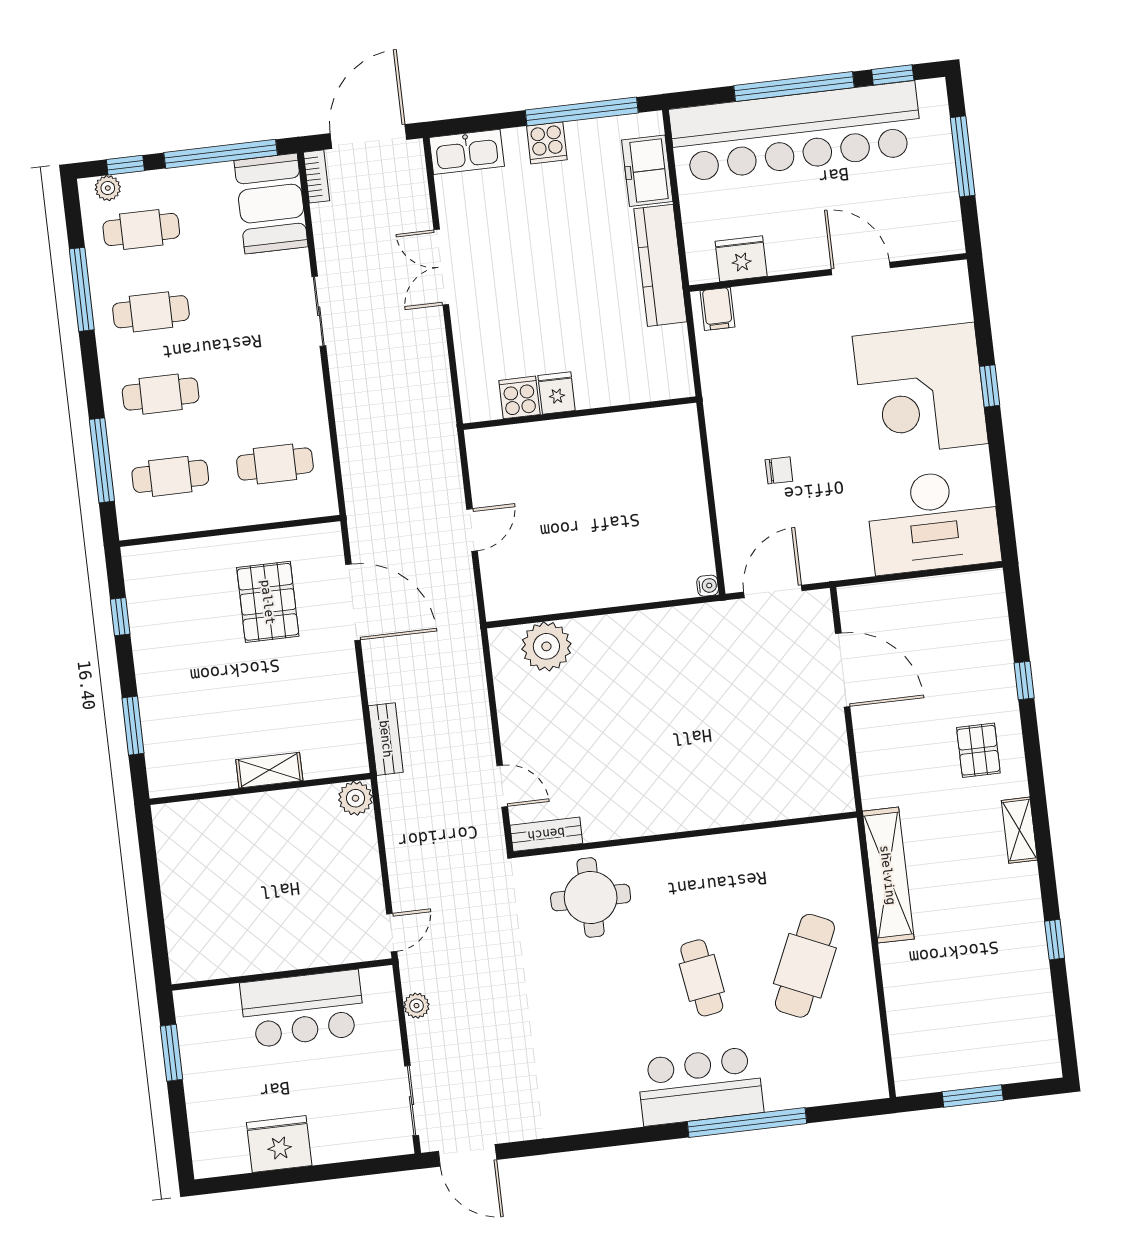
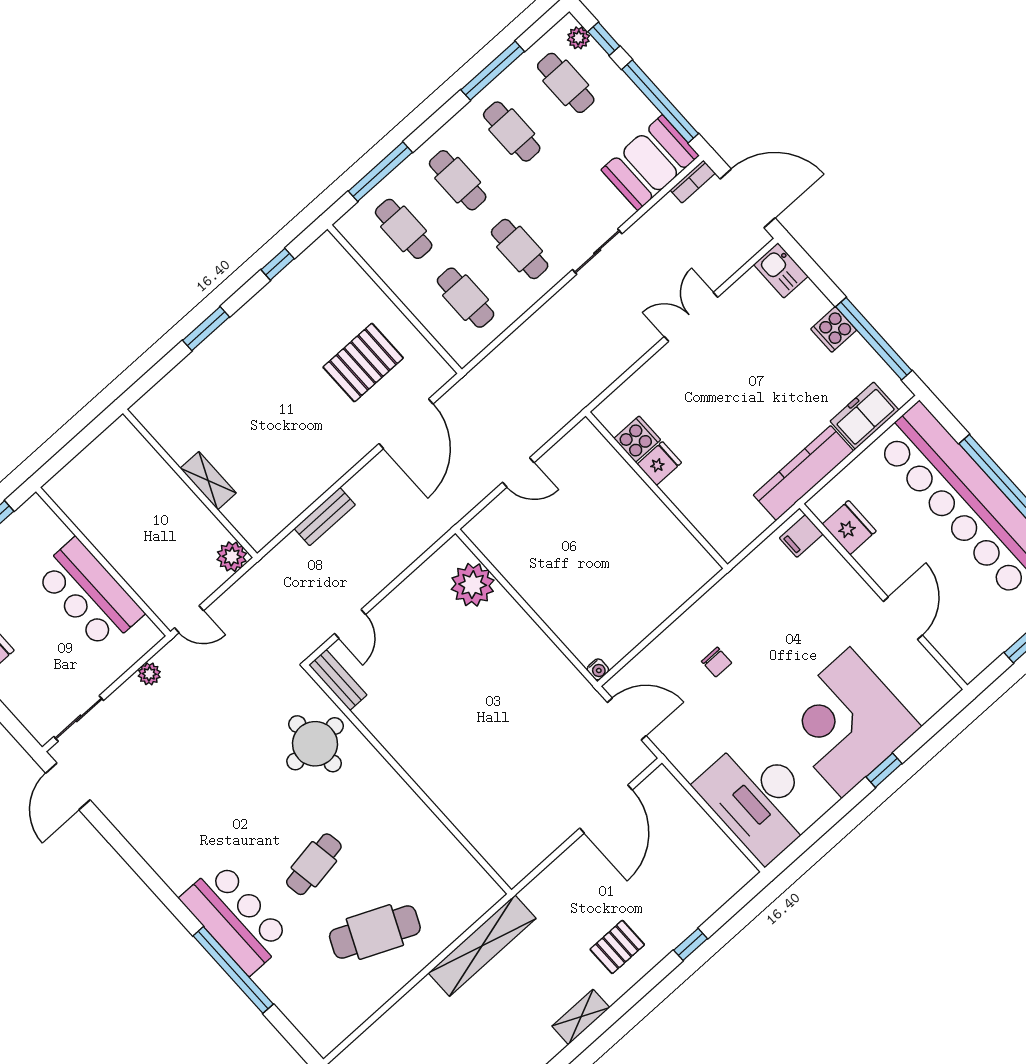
kitchen sink: (467, 152) -> (781, 270), width x0.73
cafe table: (265, 382) -> (520, 249), added
shelving: (269, 770) -> (208, 481), moved
wall: (260, 789) -> (190, 483), moved
plant: (355, 798) -> (232, 557), moved

